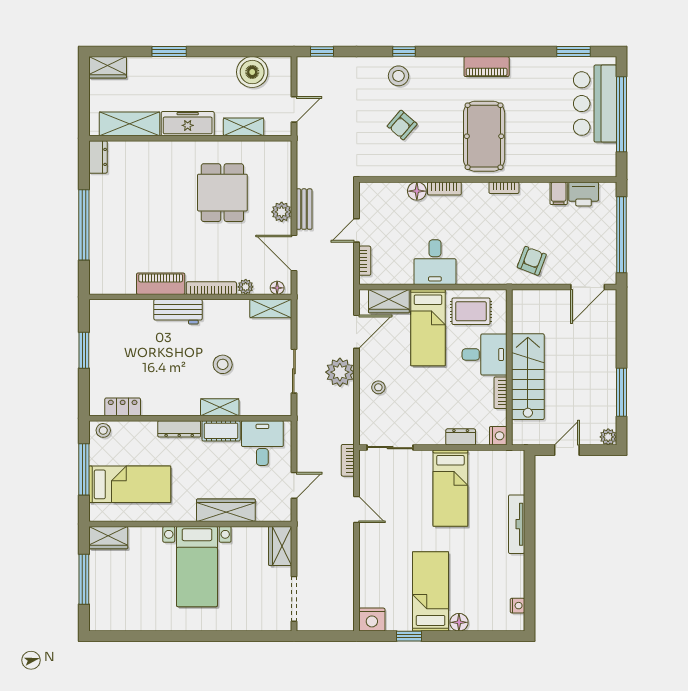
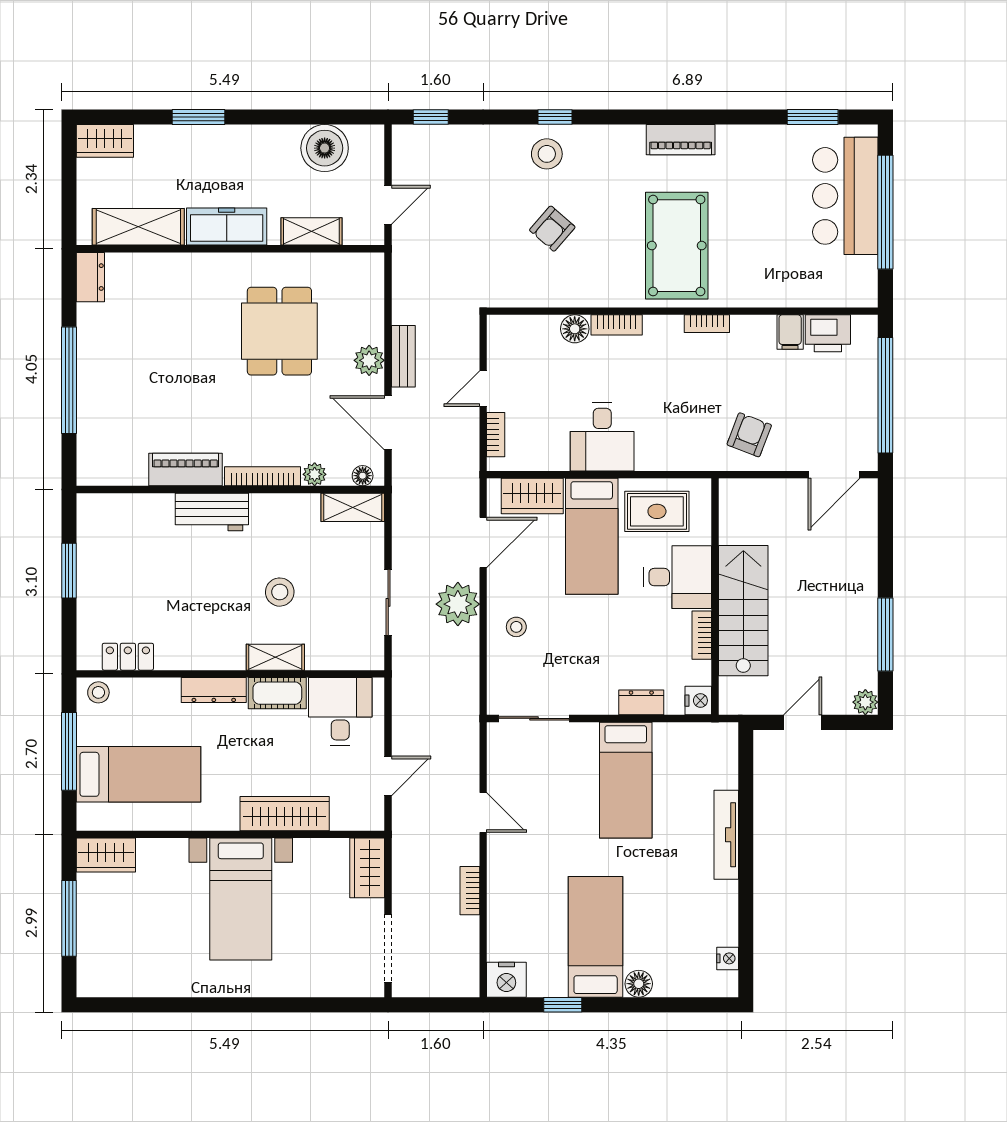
bookcase: (348, 460) -> (470, 891), moved

